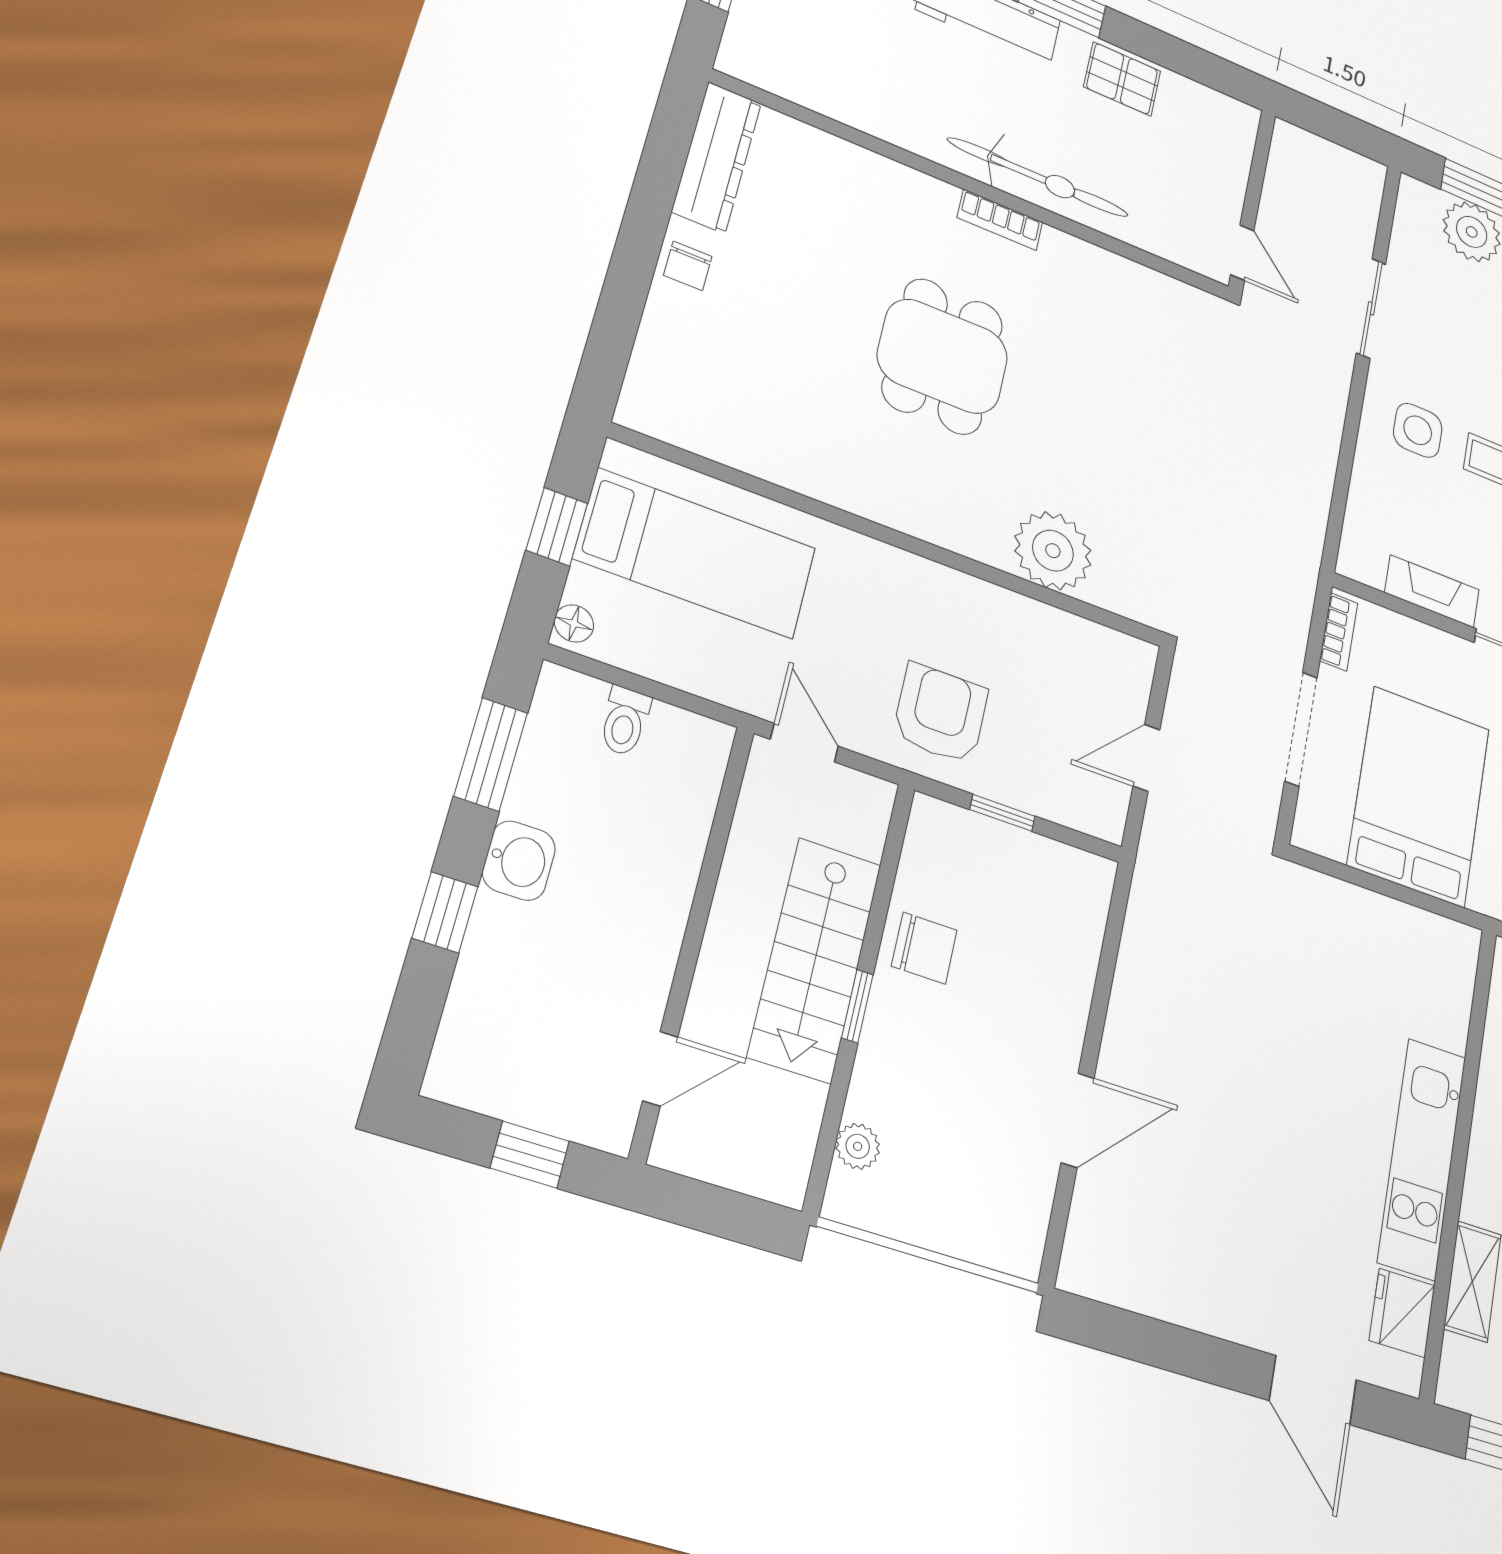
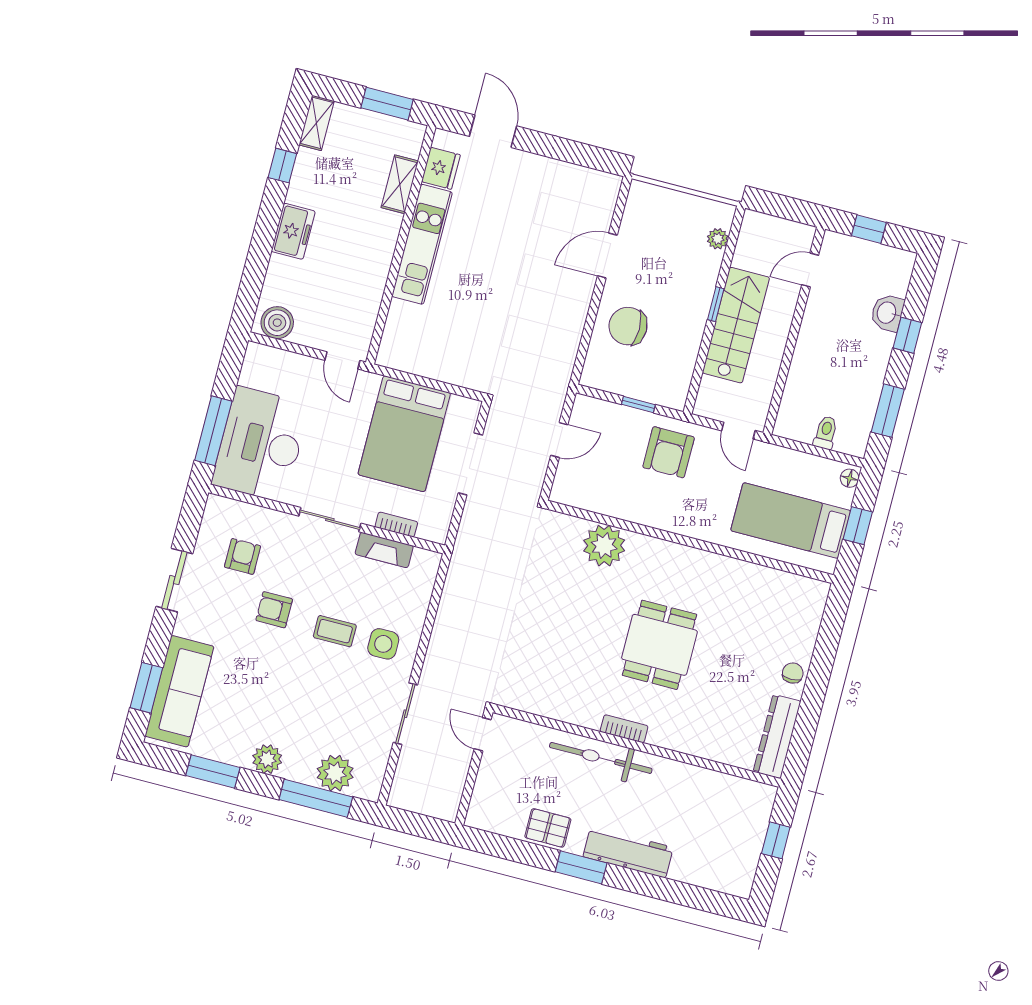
bookcase: (1339, 632) -> (396, 525), moved, turned 90
washbasin: (519, 861) -> (887, 313), moved
chair: (924, 948) -> (628, 326), moved, width x1.37, depth x1.37

